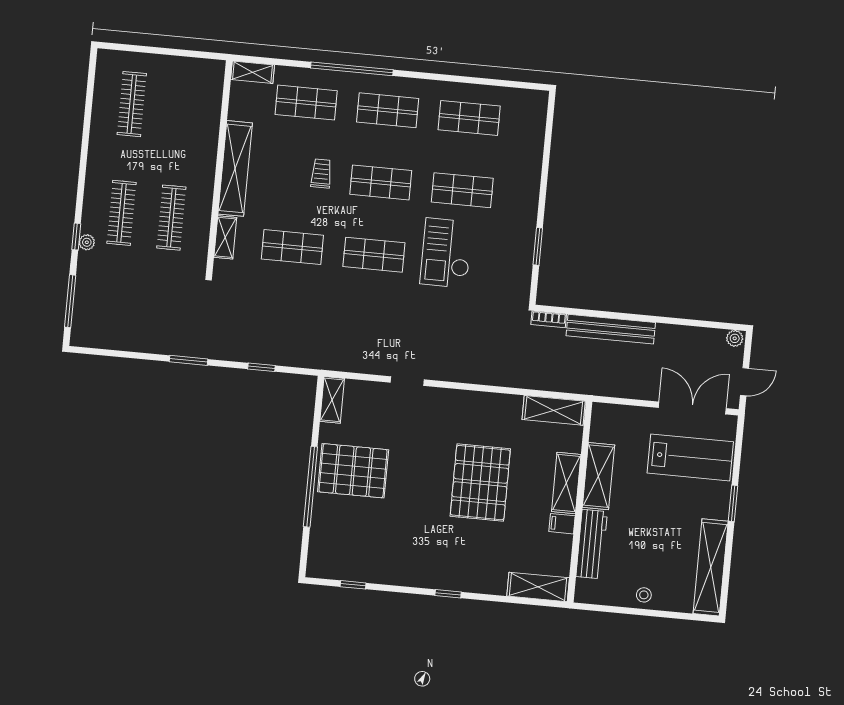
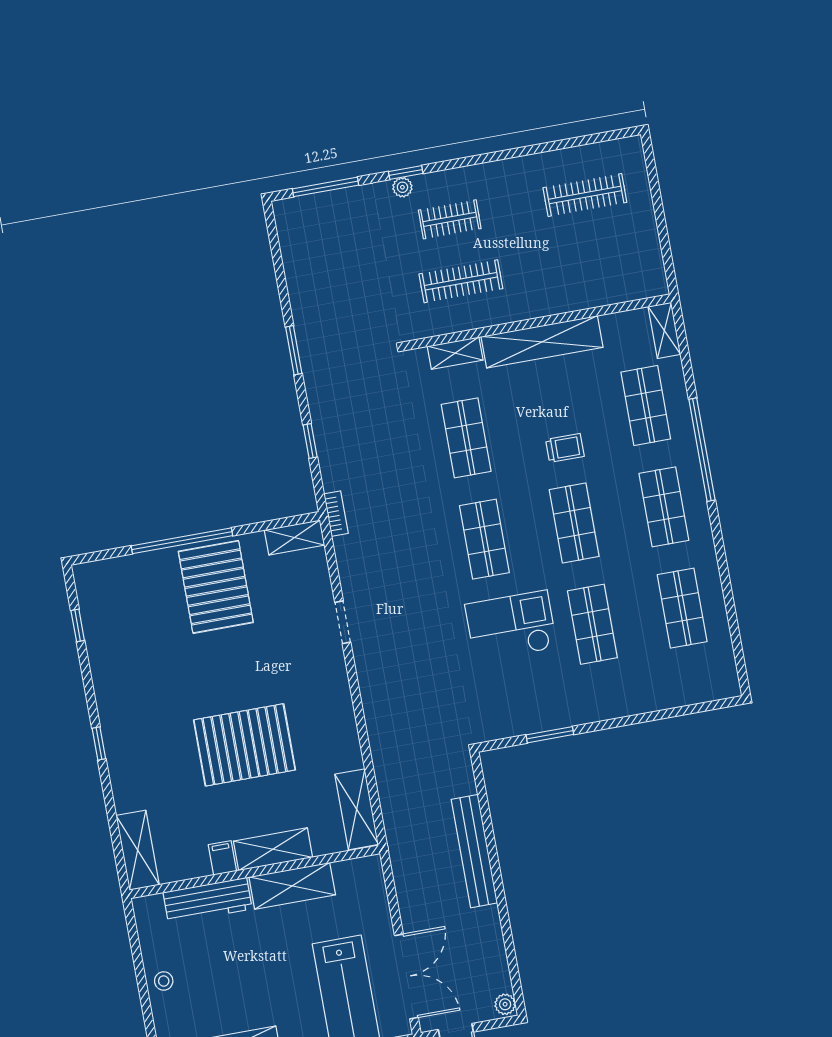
clothes rail: (122, 213) -> (450, 219), width x0.73
bookcase: (549, 319) -> (336, 514), moved, turned 180

